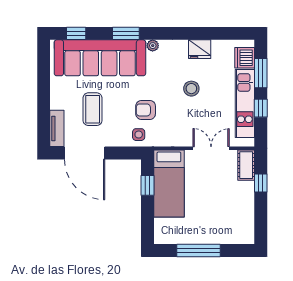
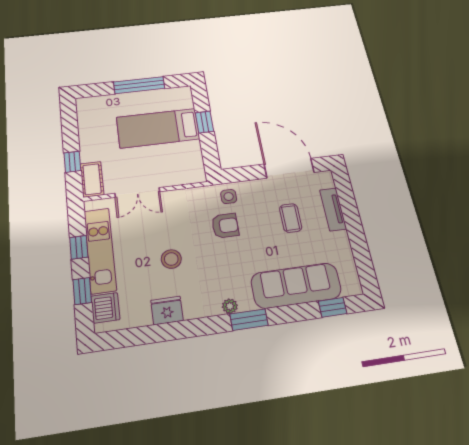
window: (126, 33) -> (249, 320), moved
sofa: (100, 58) -> (296, 286), width x0.74, depth x0.79
window: (261, 73) -> (82, 291), width x0.67
coffee table: (93, 109) -> (291, 218), width x0.73, depth x0.77
tv unit: (57, 128) -> (333, 209), moved
bed: (169, 183) -> (158, 128), moved, turned -90
window: (147, 185) -> (204, 122), moved

